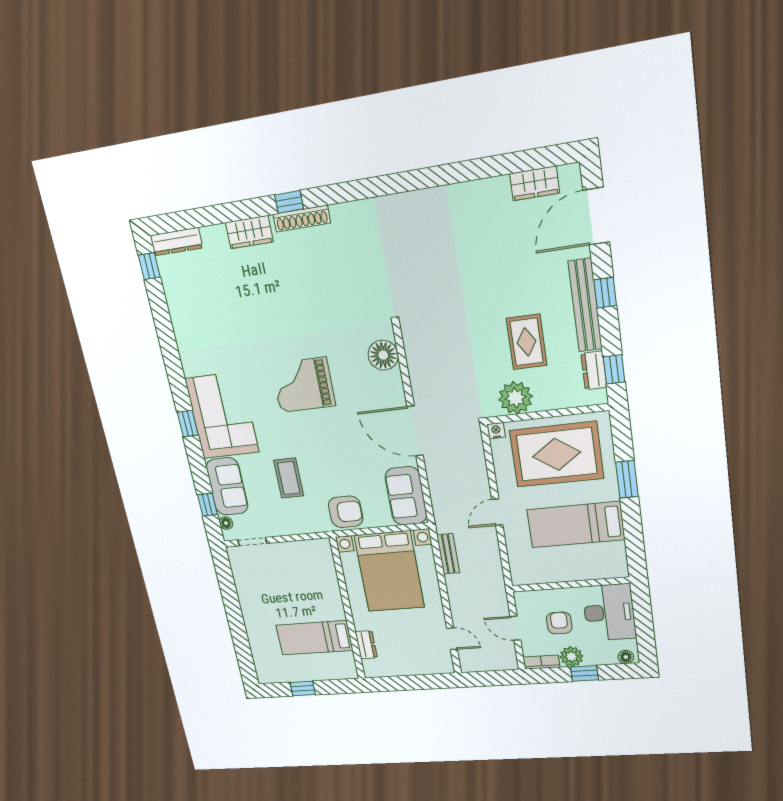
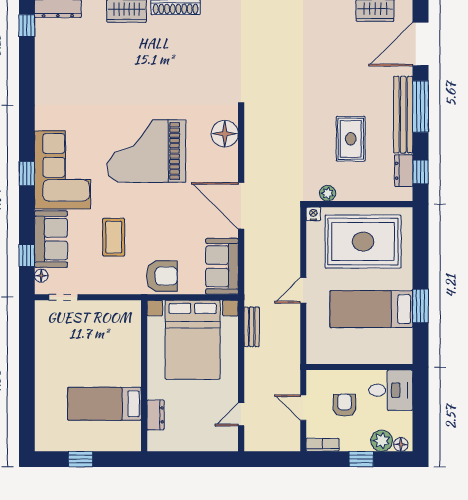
window: (605, 293) -> (421, 107), width x2.17
grand piano: (303, 385) -> (146, 151), width x1.37, depth x1.48
plant: (515, 398) -> (328, 193), width x0.53, depth x0.53
window: (627, 479) -> (421, 306), moved
desk: (609, 612) -> (391, 390), width x0.73
door: (452, 639) -> (241, 414), swing flipped
plant: (571, 657) -> (382, 441), moved

